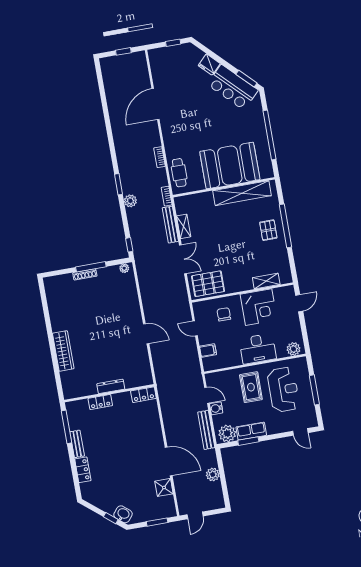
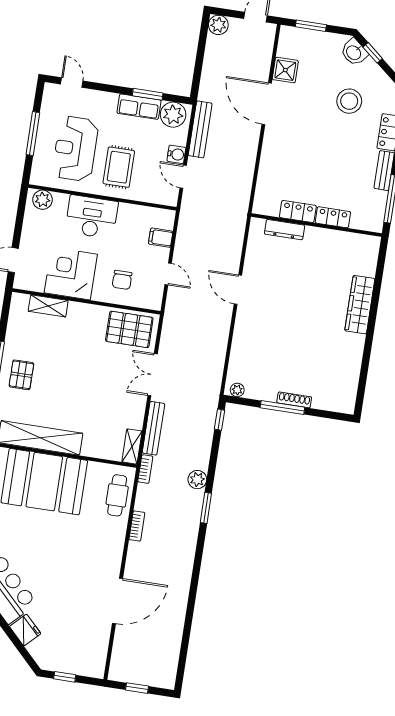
shelving: (184, 226) -> (132, 446), moved
dresser: (111, 386) -> (285, 230), moved
locker: (143, 395) -> (298, 211), moved
plant: (213, 475) -> (218, 25), moved
stool: (115, 481) -> (349, 101), added

